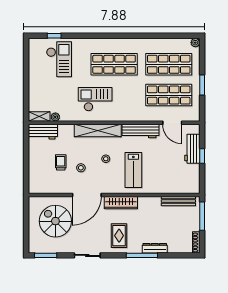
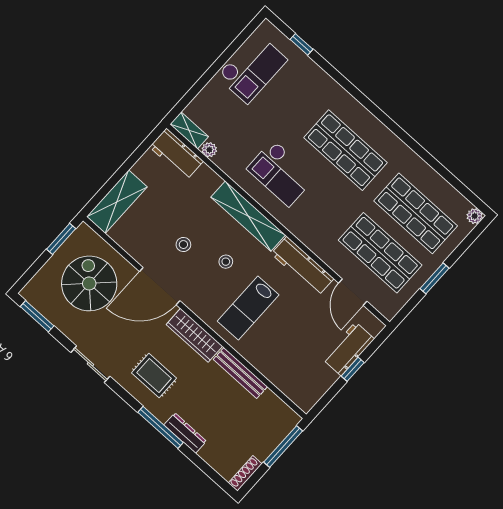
checkout: (59, 59) -> (252, 68), moved
checkout: (95, 99) -> (281, 173), turned 180
trolley: (61, 162) -> (164, 214), removed
shelving: (36, 175) -> (117, 202), added
bench: (178, 201) -> (240, 373), moved
window: (26, 213) -> (61, 239), added
rug: (119, 236) -> (154, 376), turned 90

